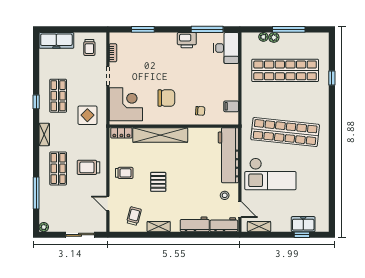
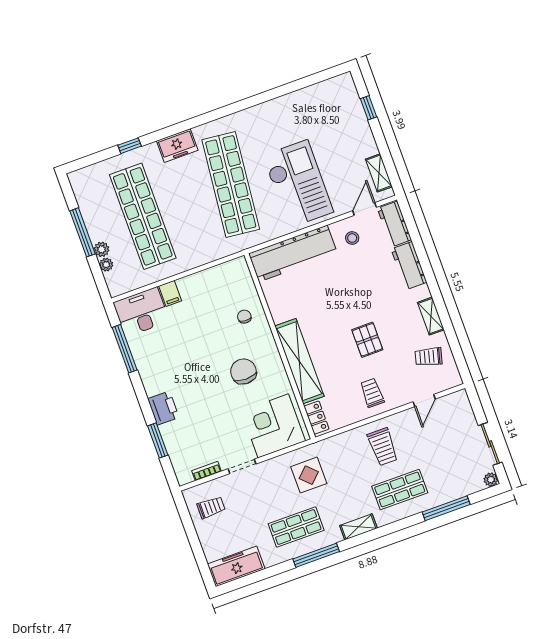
freezer: (56, 40) -> (236, 566), moved, turned -90
printer: (187, 40) -> (163, 408), moved
window: (36, 102) -> (316, 555), width x2.17
filing cabinet: (231, 106) -> (170, 293), moved
pallet: (158, 182) -> (367, 340), turned 90
freezer: (303, 224) -> (177, 146), moved, turned -90
sliding door: (80, 235) -> (490, 444), moved

